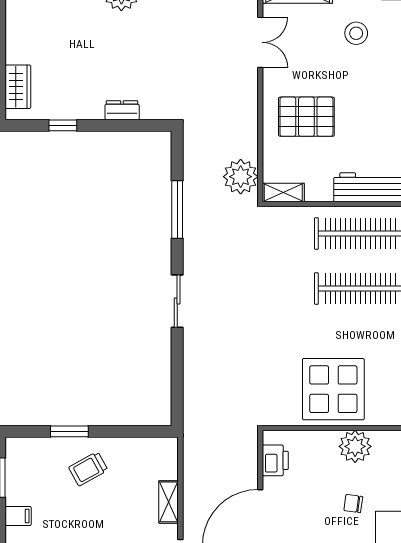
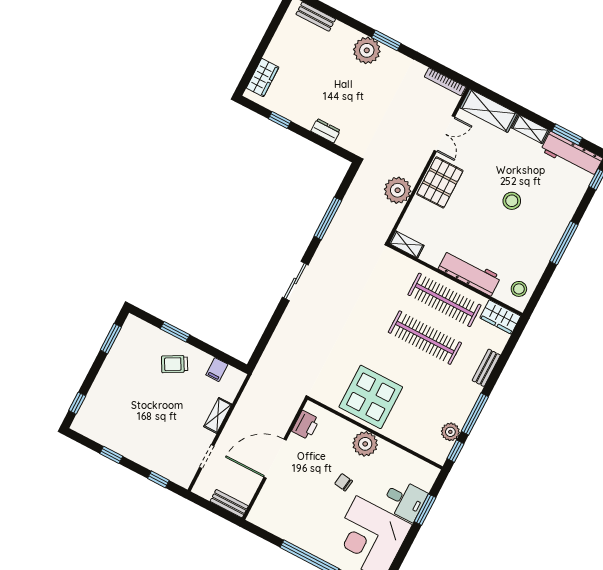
stool: (356, 33) -> (512, 201), moved
pallet: (306, 117) -> (440, 182), moved, turned 90
plant: (241, 177) -> (398, 190), moved
filing cabinet: (18, 516) -> (217, 370), moved, turned 90

